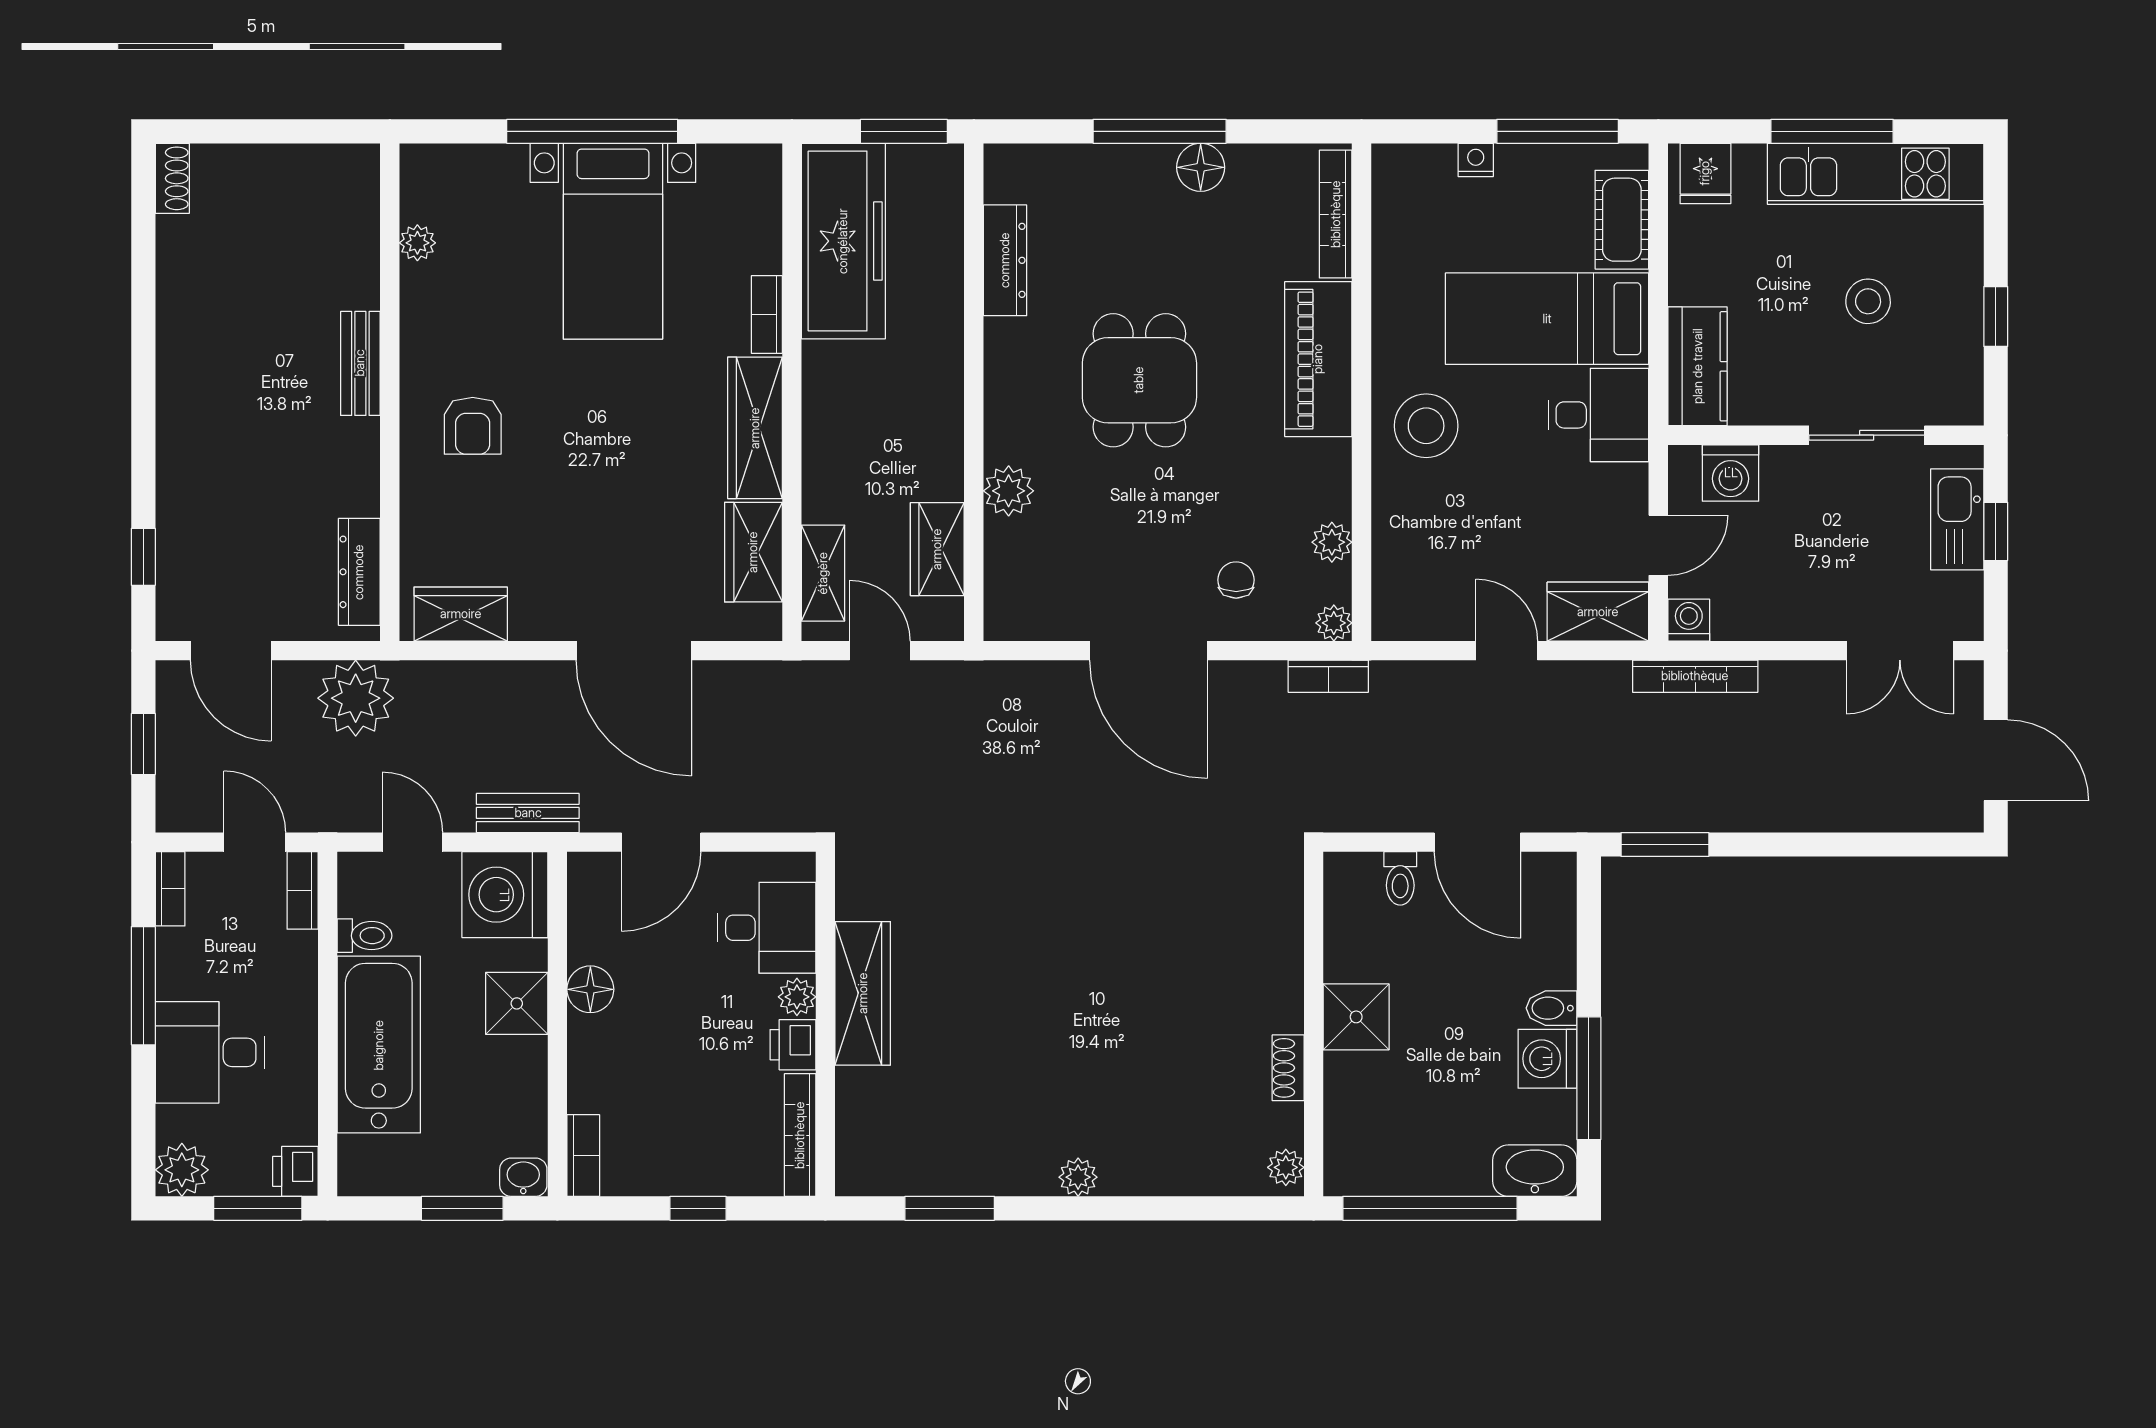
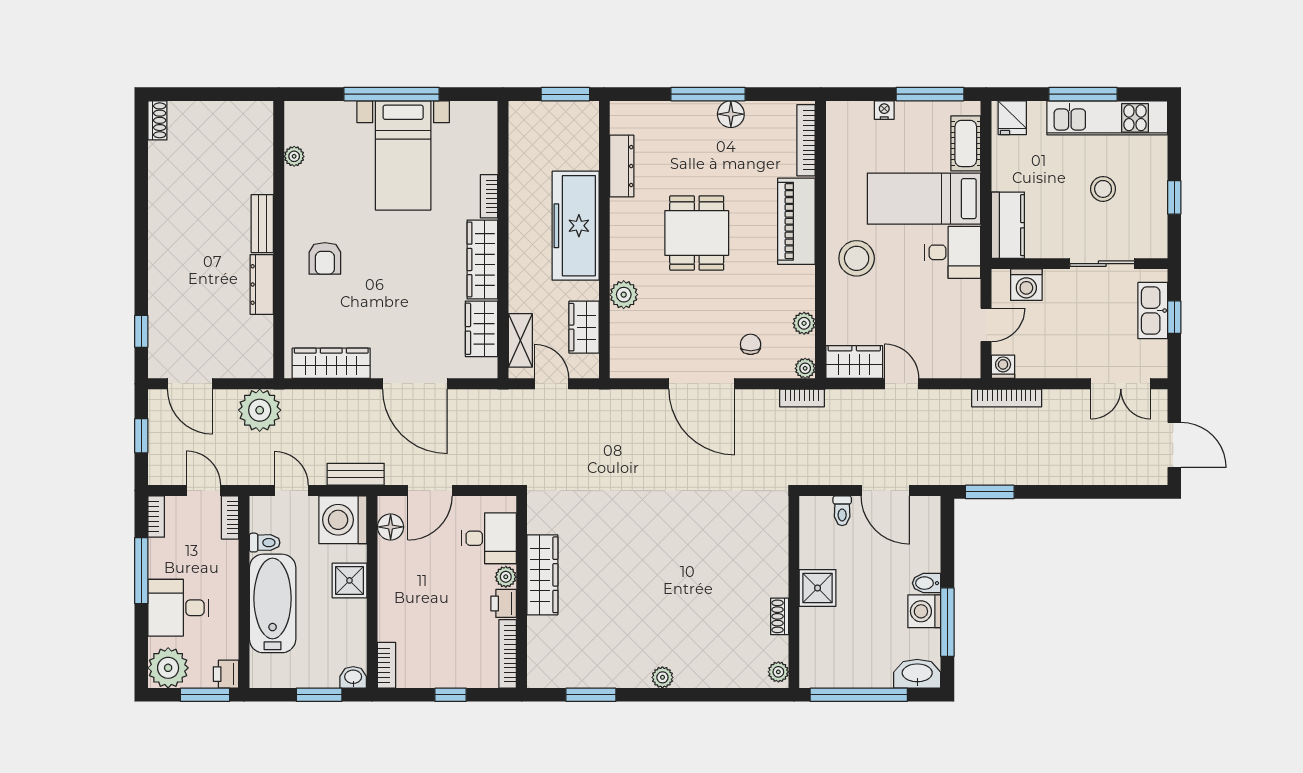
freezer: (843, 241) -> (576, 226), moved, turned 180
dresser: (359, 572) -> (262, 284), moved
wardrobe: (1598, 612) -> (854, 362), moved
wardrobe: (461, 614) -> (331, 363), width x1.50
floor lamp: (590, 989) -> (391, 527), moved
plant: (182, 1170) -> (168, 668), width x1.36, depth x1.36

